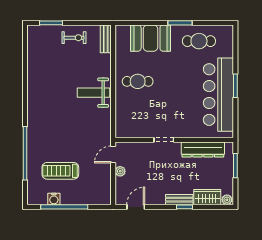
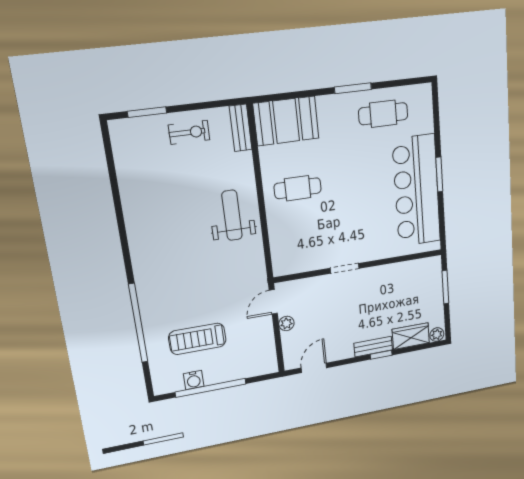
booth: (151, 38) -> (286, 121), moved
weight bench: (93, 93) -> (232, 215), turned 90
dresser: (203, 149) -> (400, 273), removed

